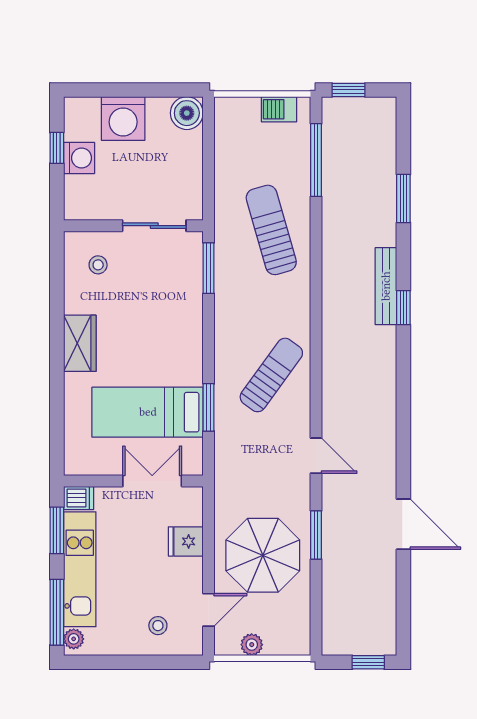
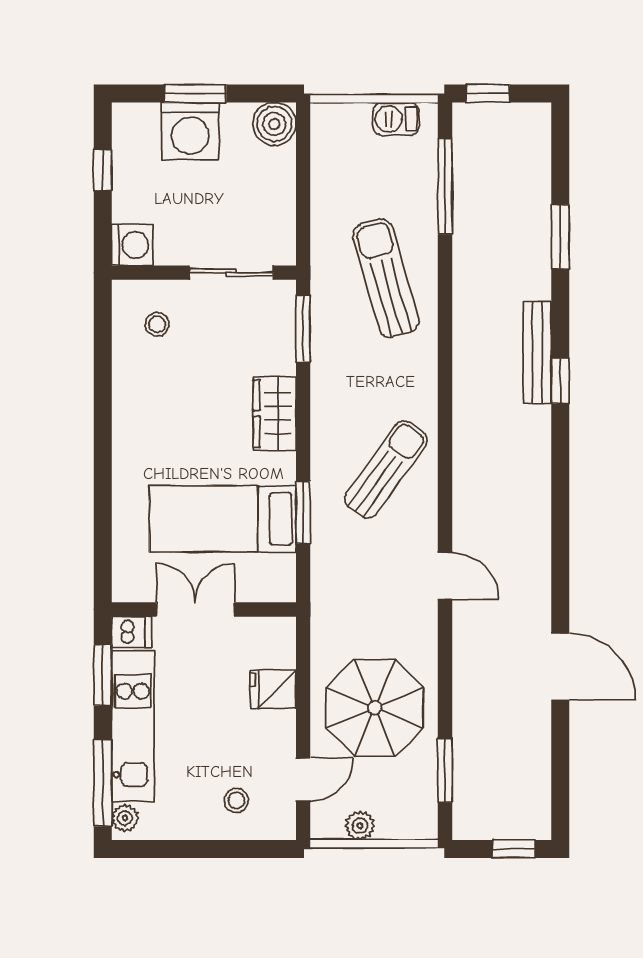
window: (127, 90) -> (195, 94), added
washing machine: (79, 158) -> (132, 245), moved
wardrobe: (80, 343) -> (275, 413), moved, turned 180
double door: (152, 481) -> (195, 610), moved
window: (316, 535) -> (445, 770), moved

